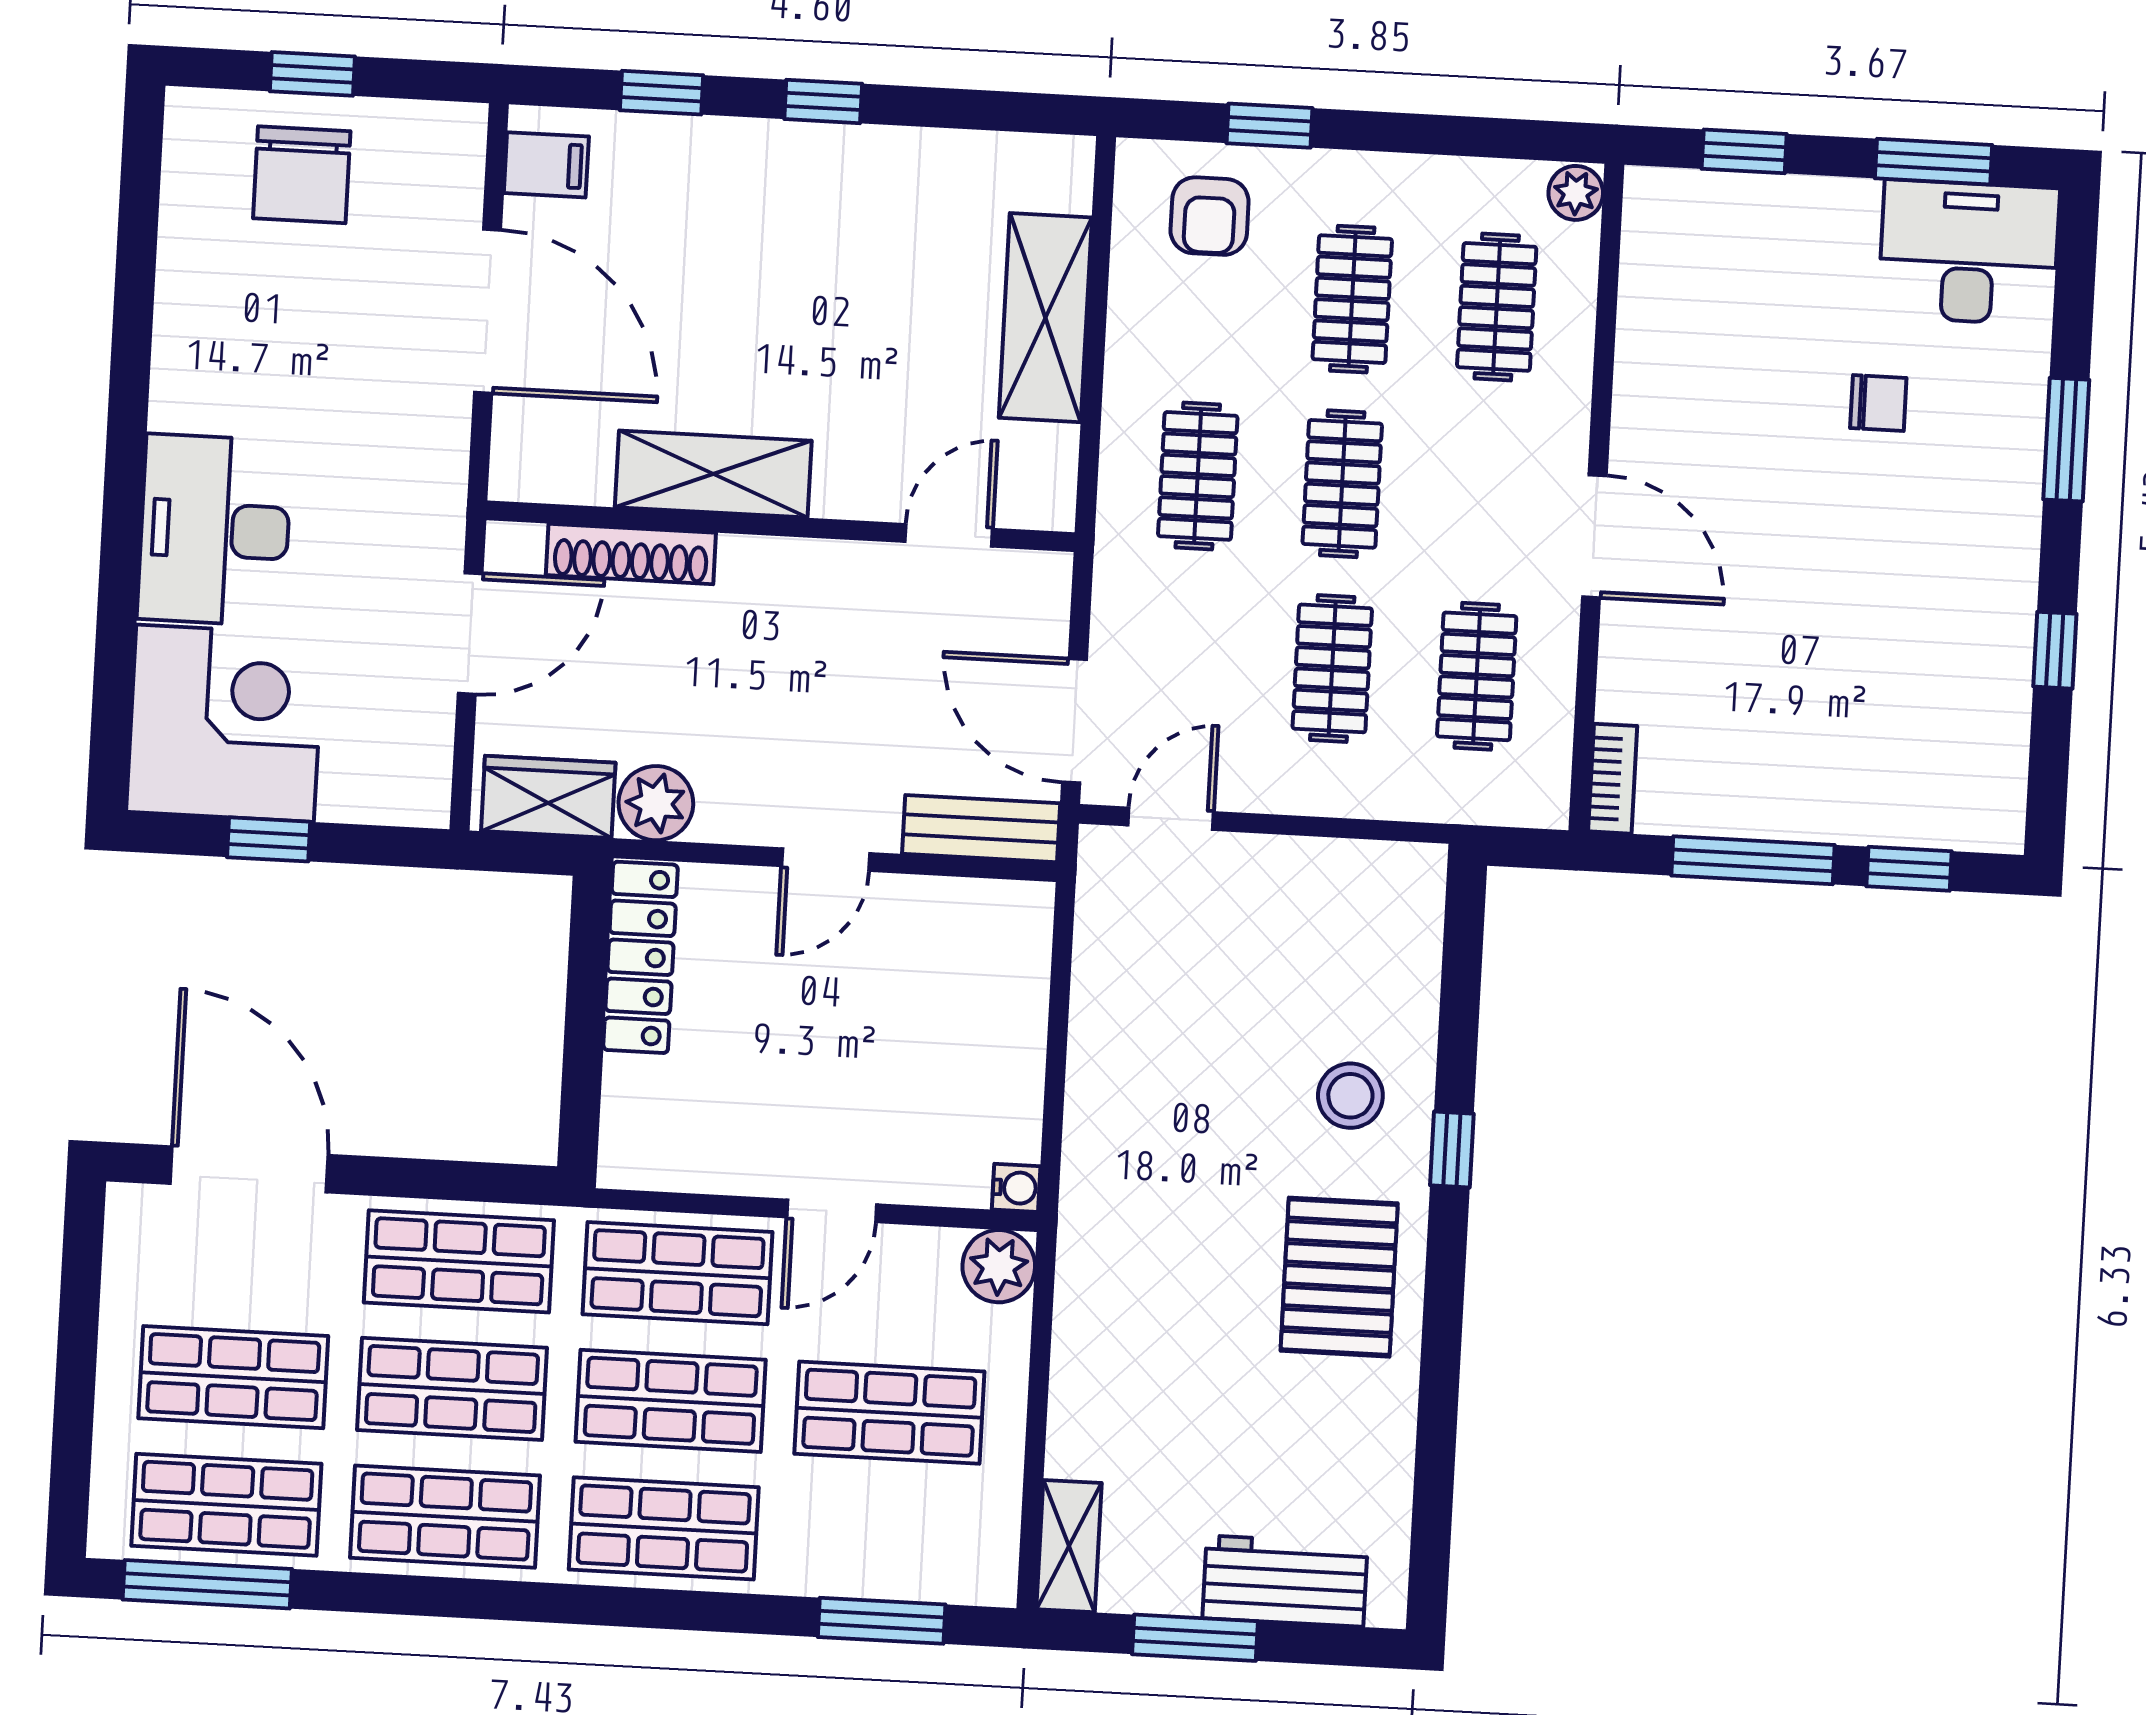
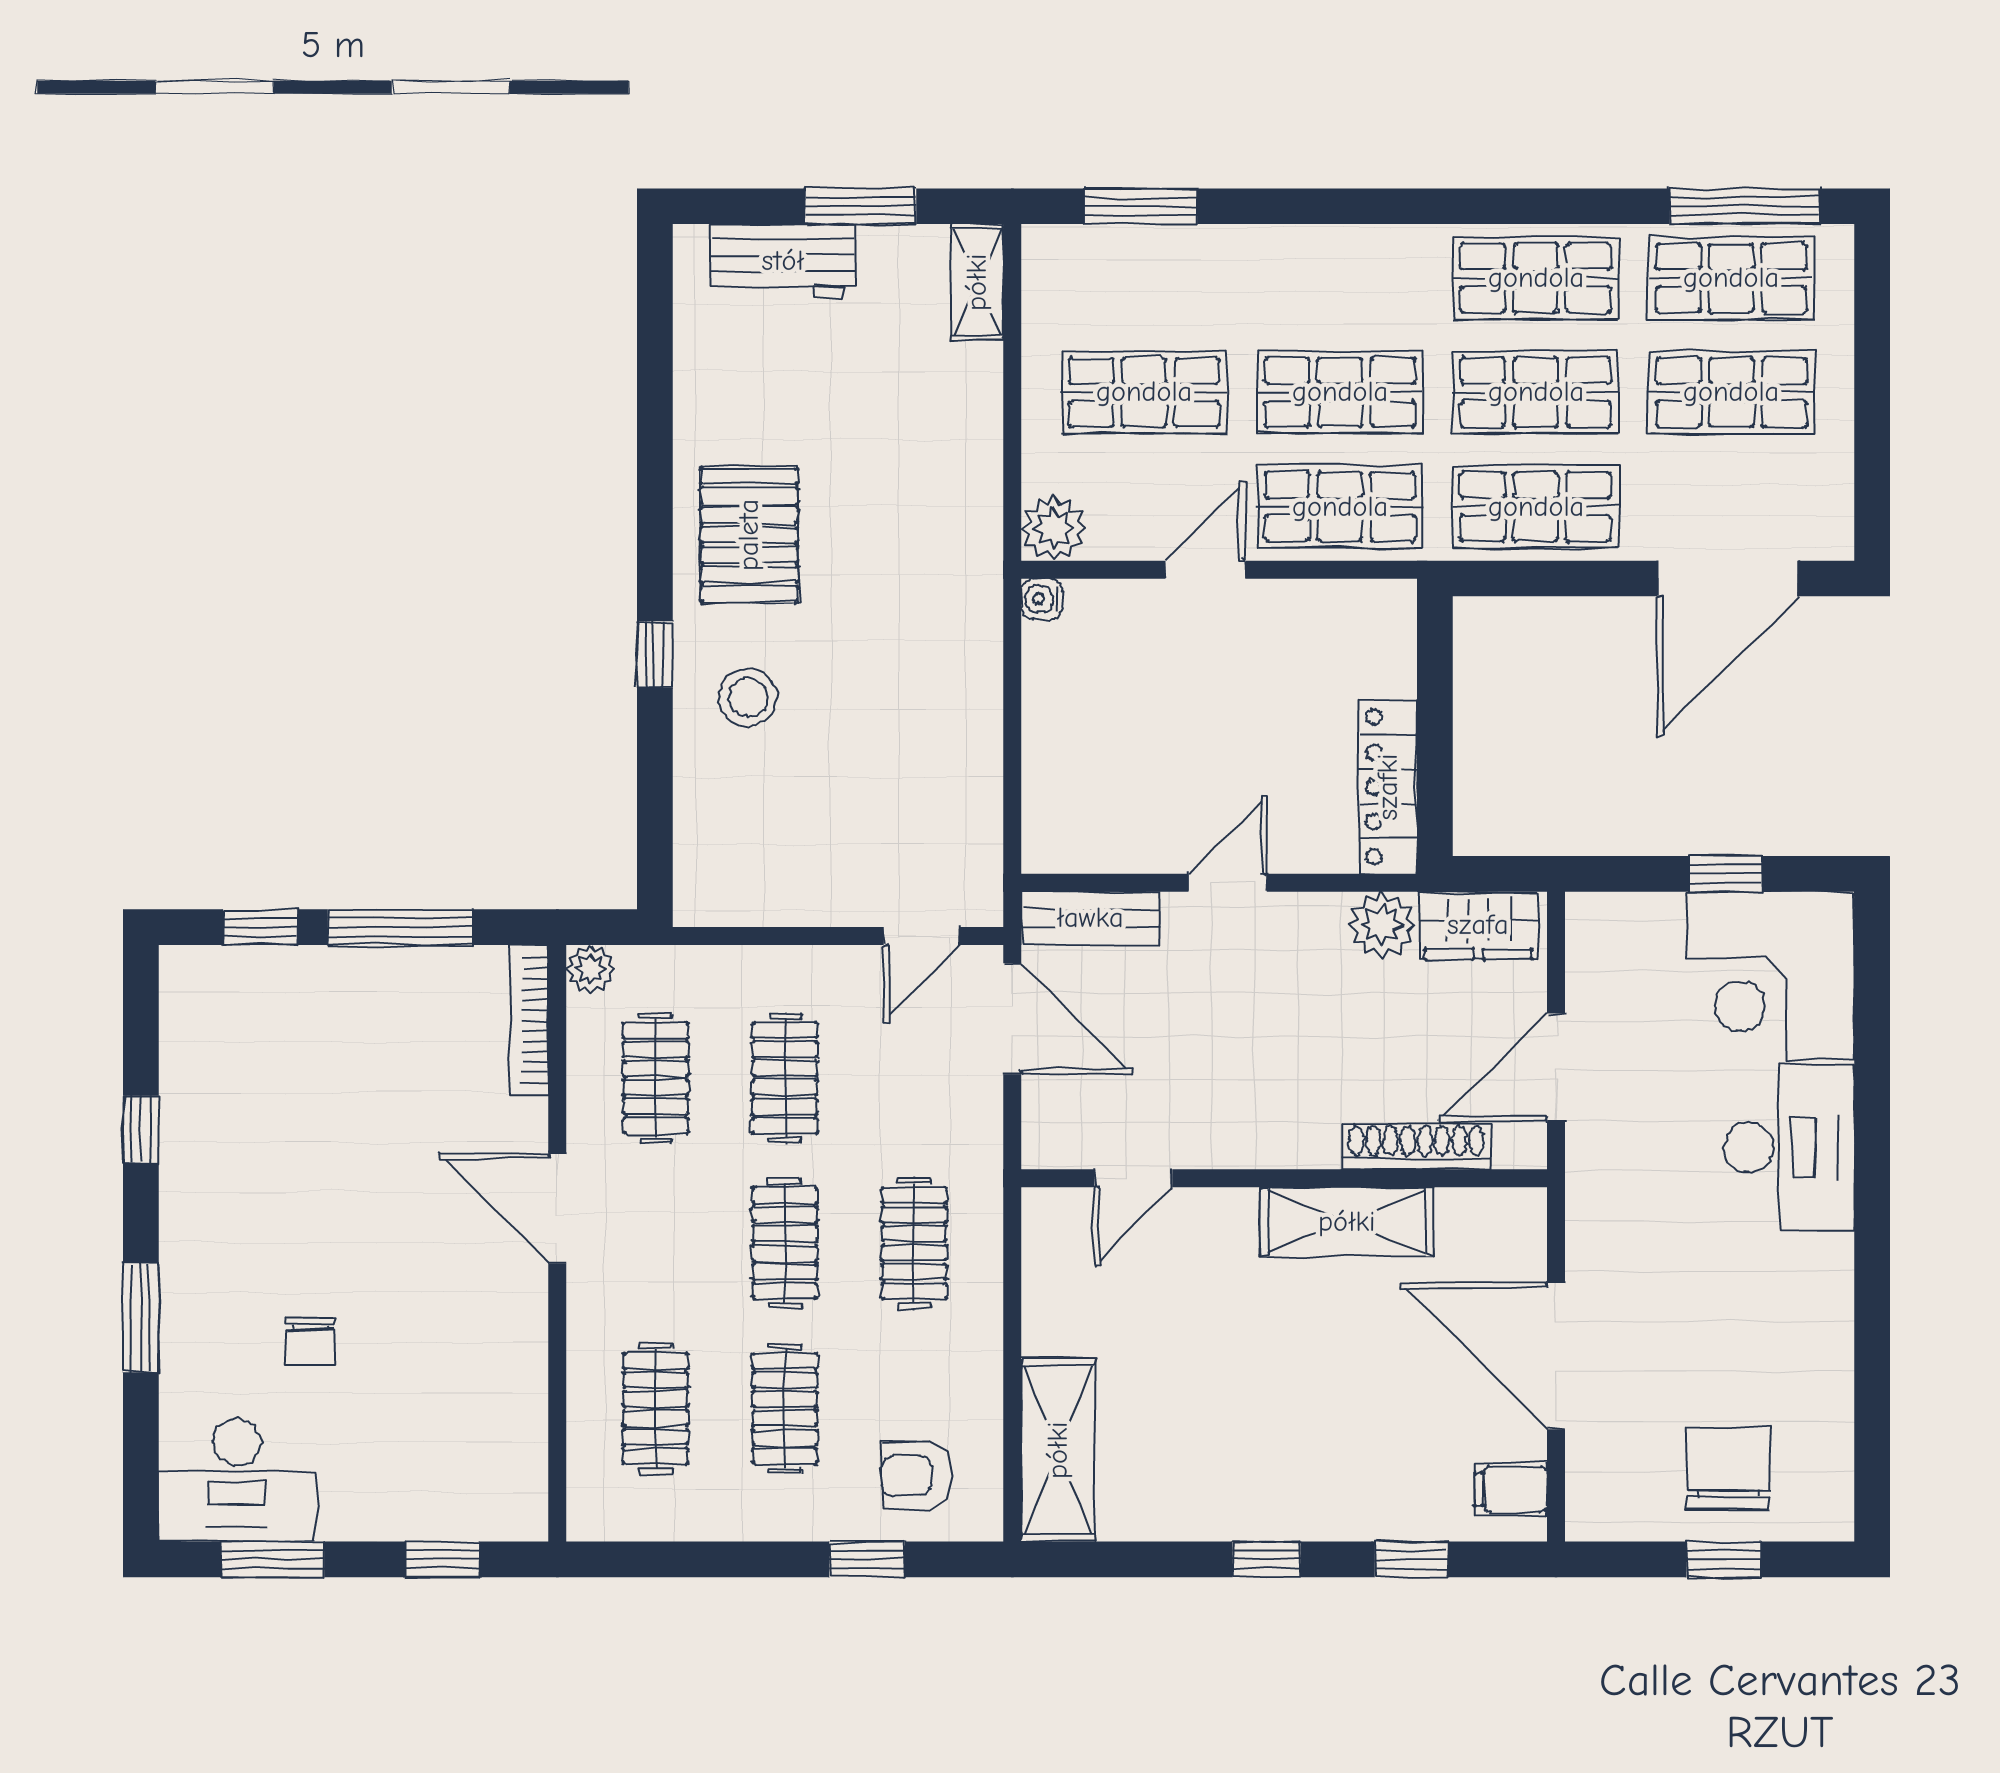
plant: (1576, 193) -> (590, 969), moved
armchair: (1210, 216) -> (916, 1476), turned -90
shelving: (1045, 318) -> (1058, 1450), moved
chair: (1878, 403) -> (310, 1341), turned -90
bookcase: (1613, 779) -> (529, 1020), width x1.56
door: (249, 1169) -> (1727, 579), hinge flipped
shop shelf: (664, 1528) -> (1340, 278), removed

